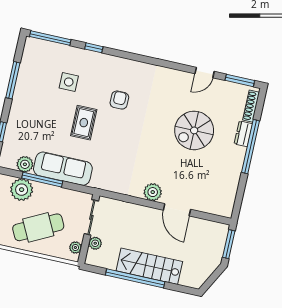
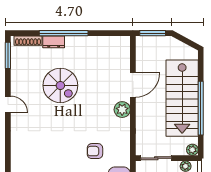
door: (205, 73) -> (8, 104), moved
armchair: (119, 100) -> (95, 151), moved
plant: (95, 243) -> (192, 150), moved
stairs: (149, 266) -> (182, 98), width x1.36, depth x1.51

